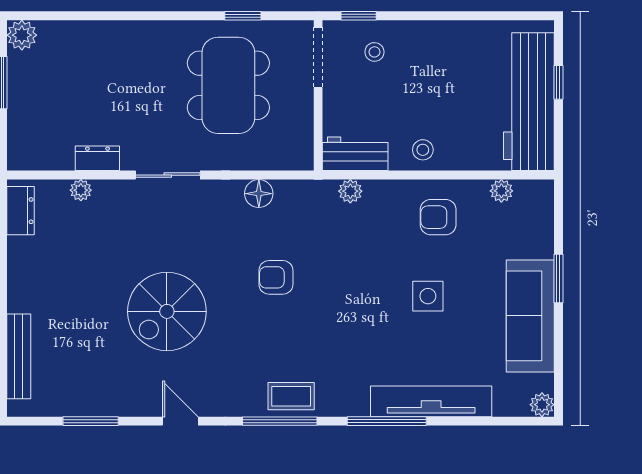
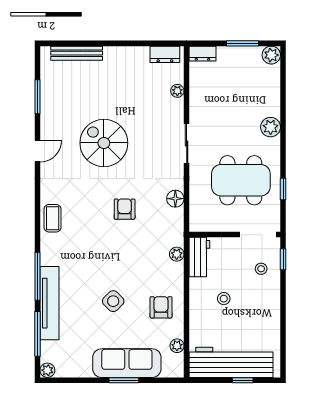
plant: (141, 36) -> (271, 127), added
stool: (423, 150) -> (224, 299), moved
dresser: (97, 158) -> (202, 54), moved, turned 90
side table: (428, 296) -> (113, 301), turned 45
sofa: (530, 316) -> (127, 363), moved
window: (280, 421) -> (37, 334), moved

